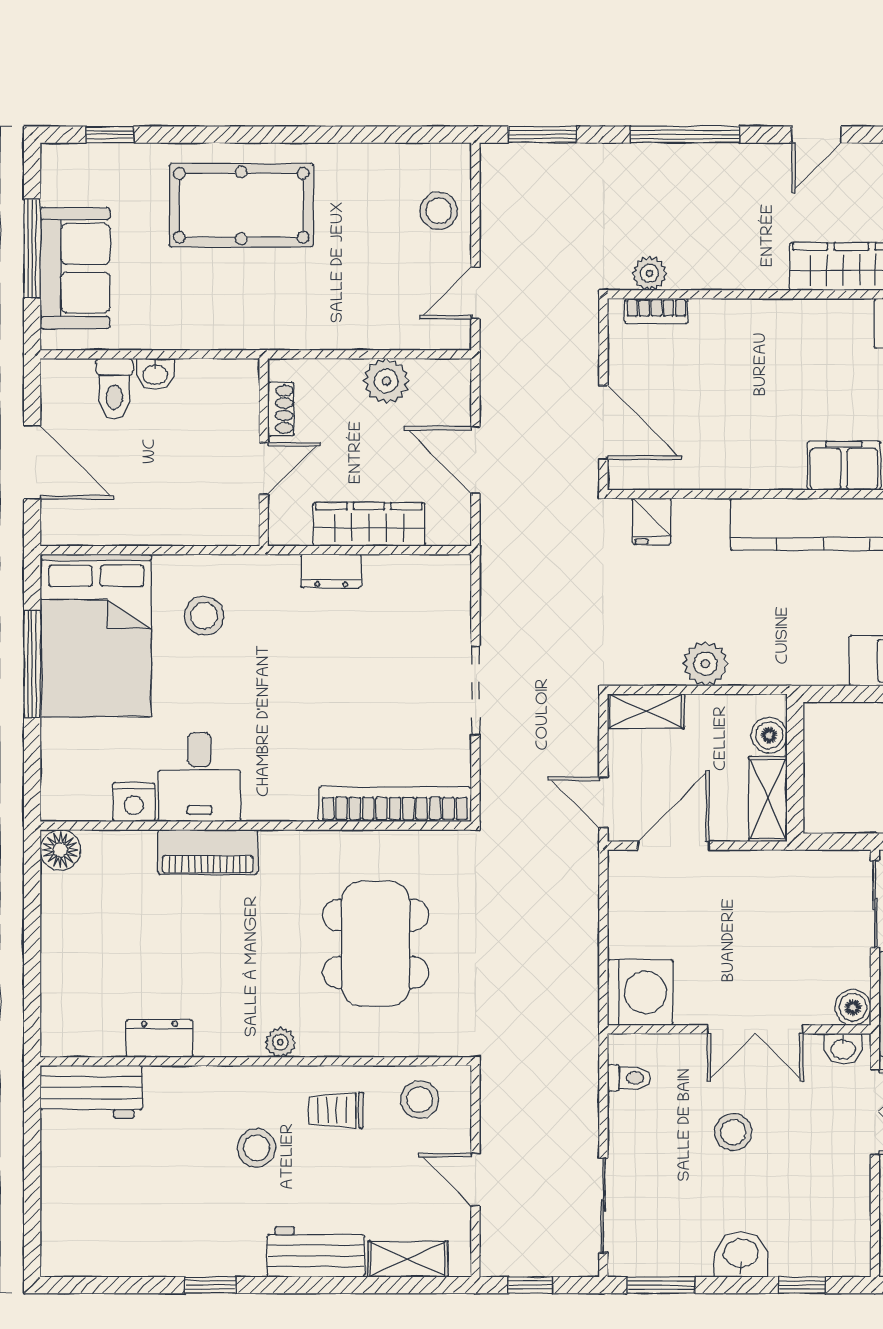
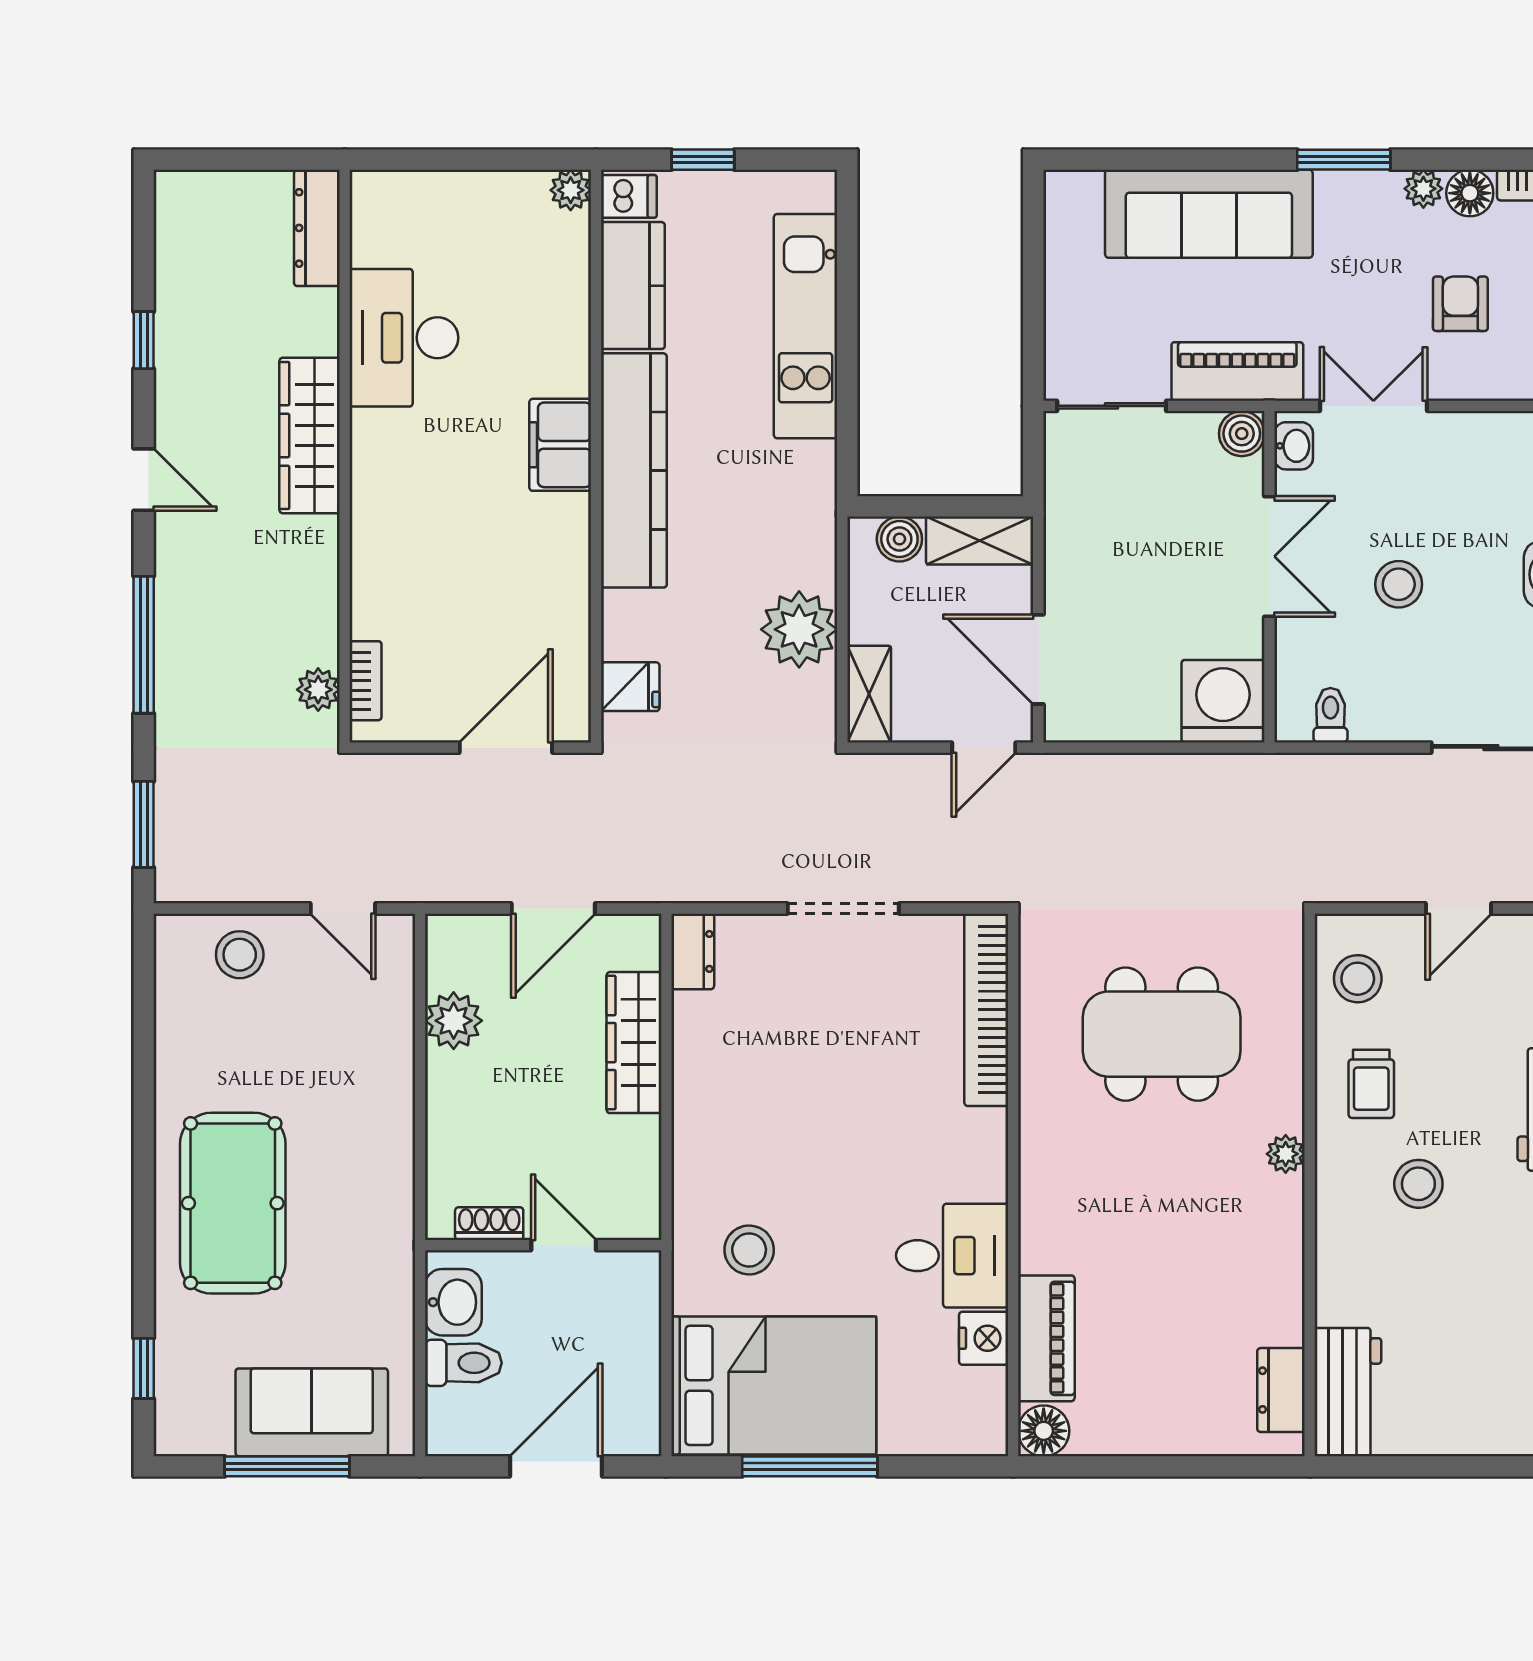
washbasin: (155, 374) -> (453, 1302), width x1.38, depth x1.45
shoe rack: (281, 409) -> (489, 1224), moved
wall: (264, 452) -> (543, 1245), moved
door: (264, 468) -> (564, 1245), moved
dresser: (331, 571) -> (693, 951), moved
plant: (705, 664) -> (799, 629), width x1.36, depth x1.36
piano: (208, 852) -> (1046, 1338), moved
dresser: (159, 1039) -> (1281, 1390), moved

